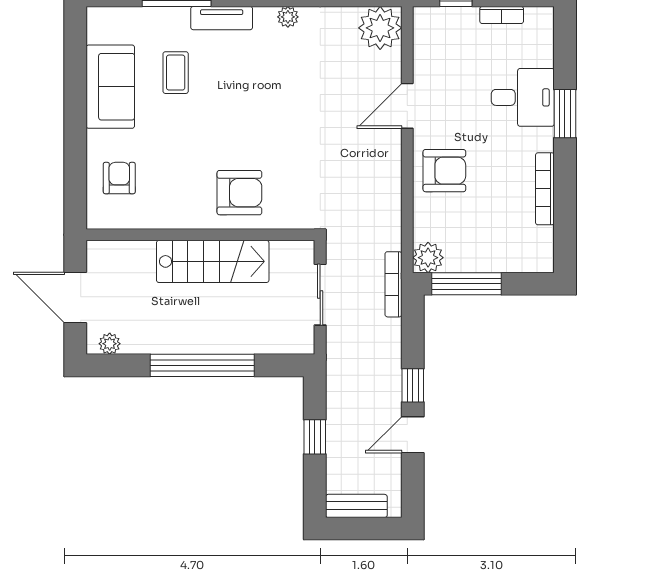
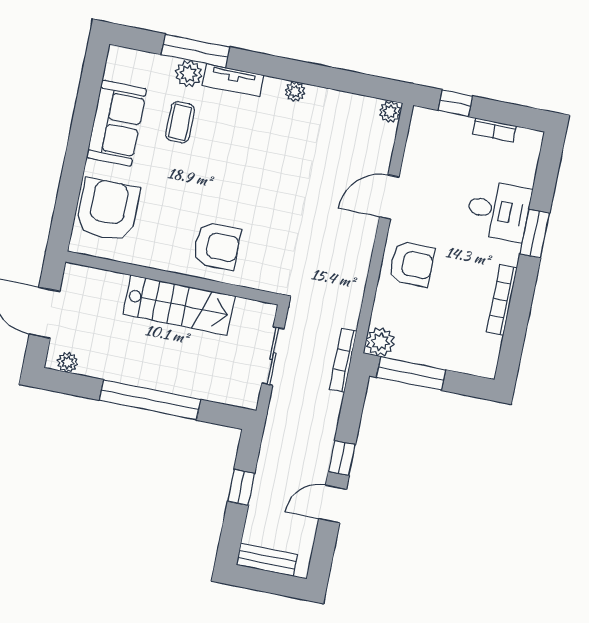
plant: (174, 21) -> (189, 74), added
plant: (380, 28) -> (390, 112), width x0.53, depth x0.53
armchair: (119, 178) -> (108, 210), width x1.88, depth x1.88

